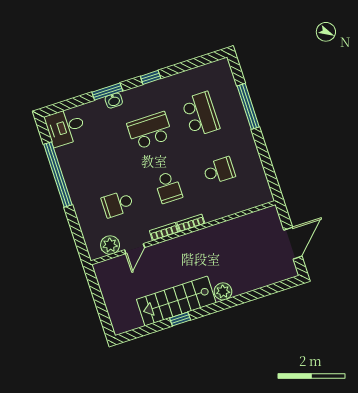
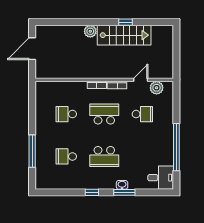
school desk: (201, 114) -> (66, 156), width x0.54
school desk: (168, 187) -> (104, 114), width x1.85

